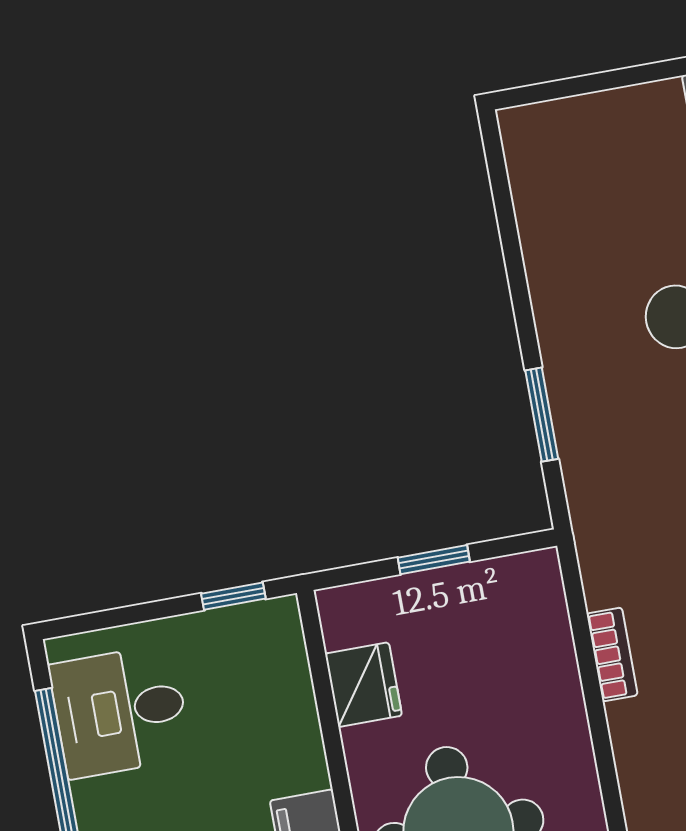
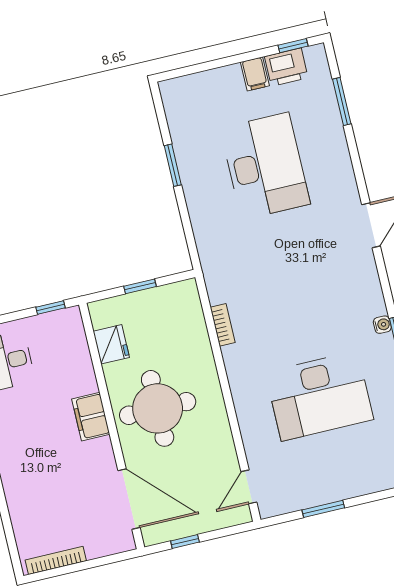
window: (542, 415) -> (173, 165), moved

